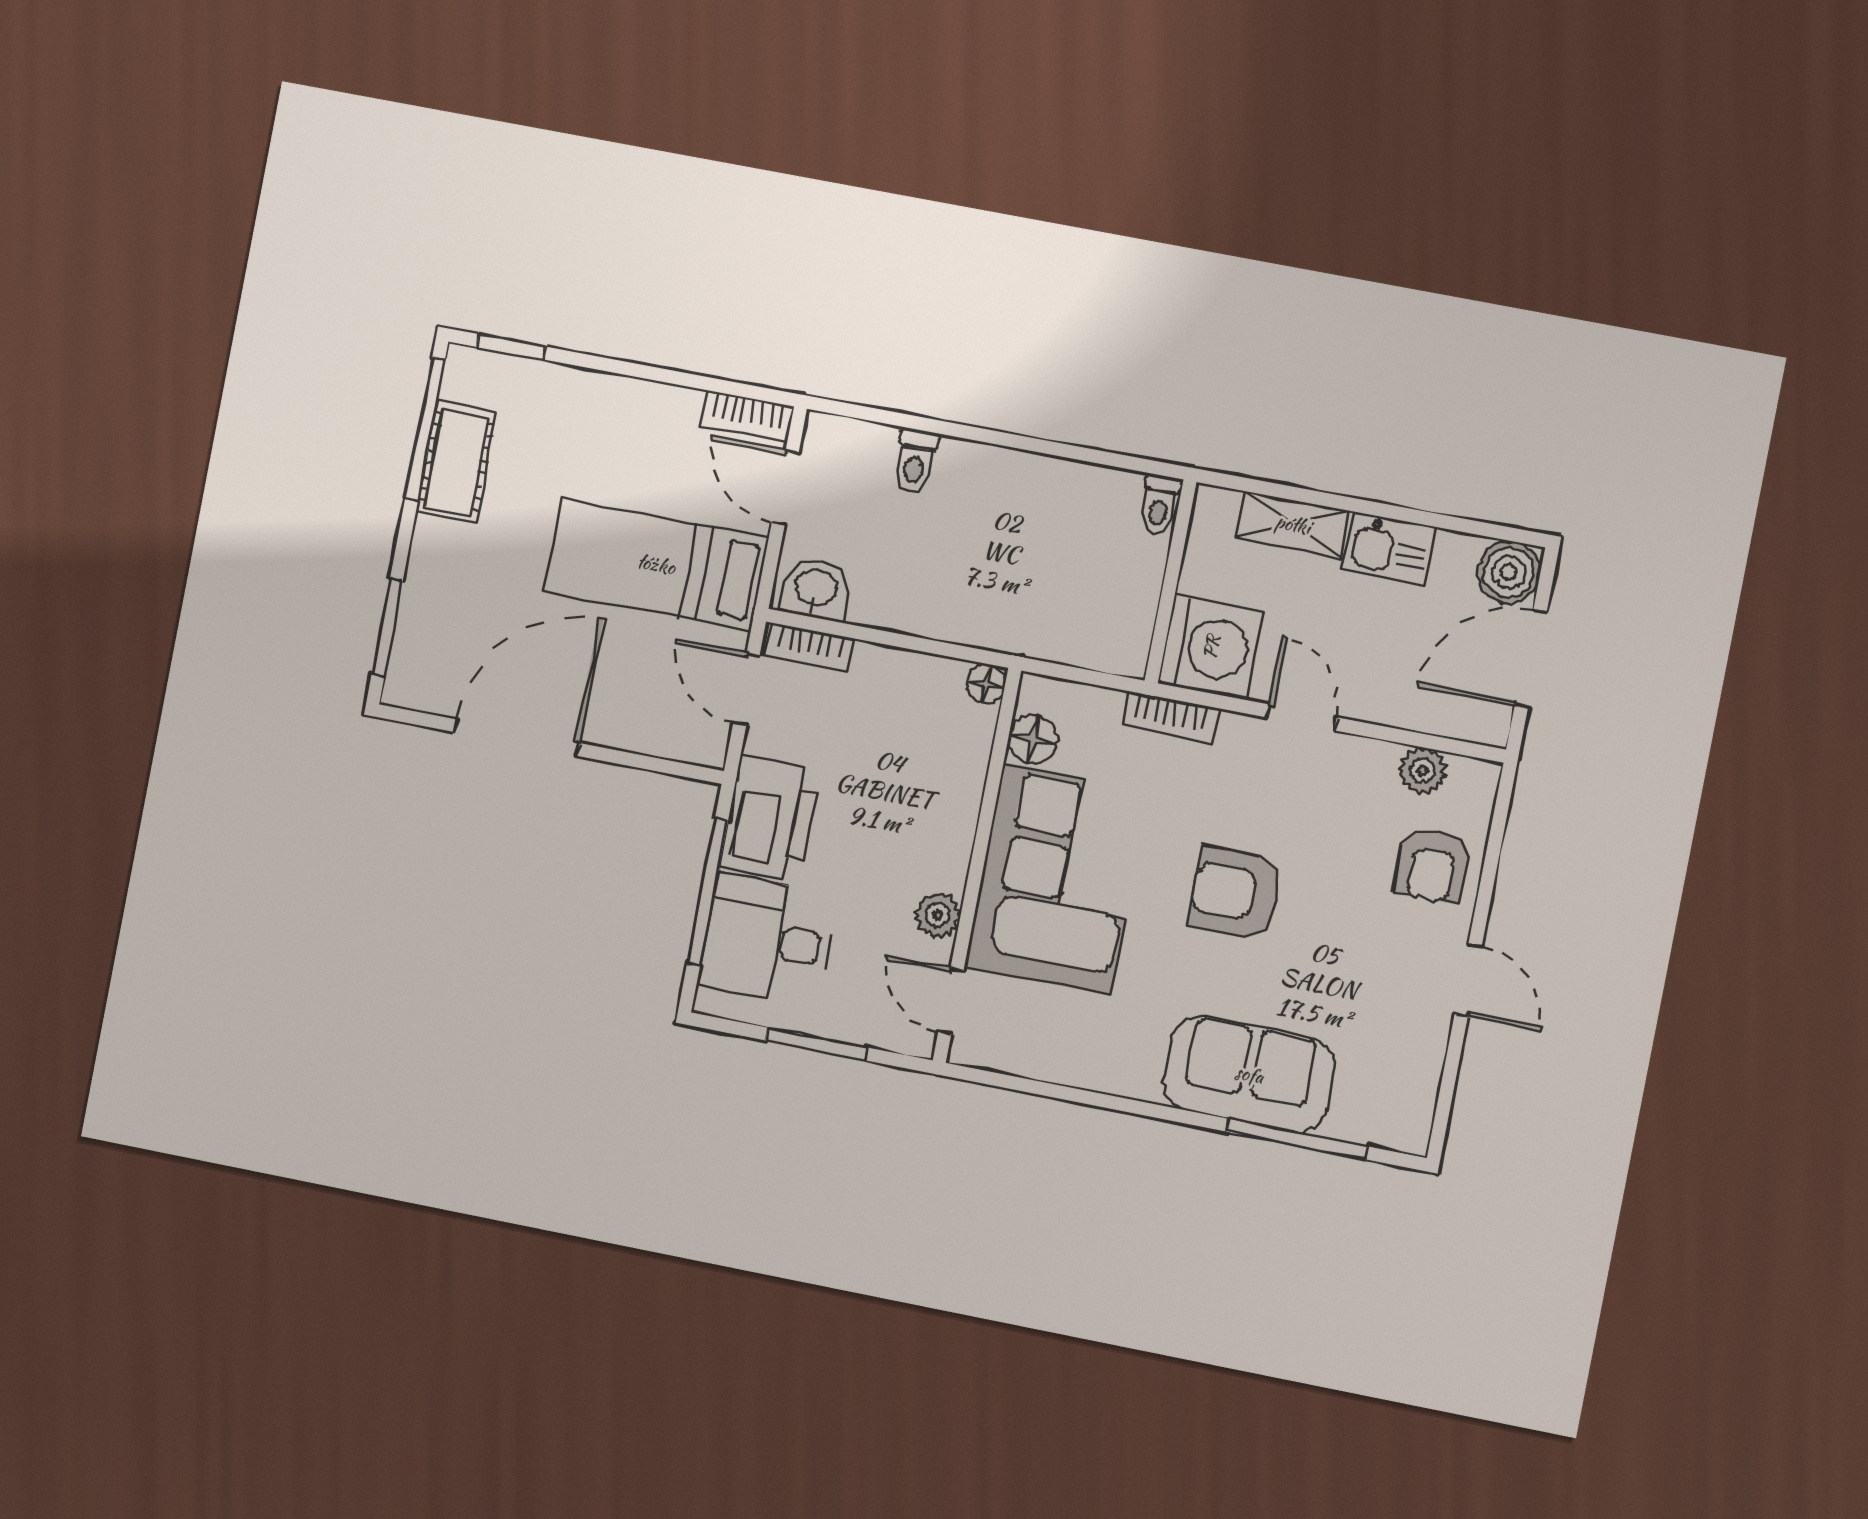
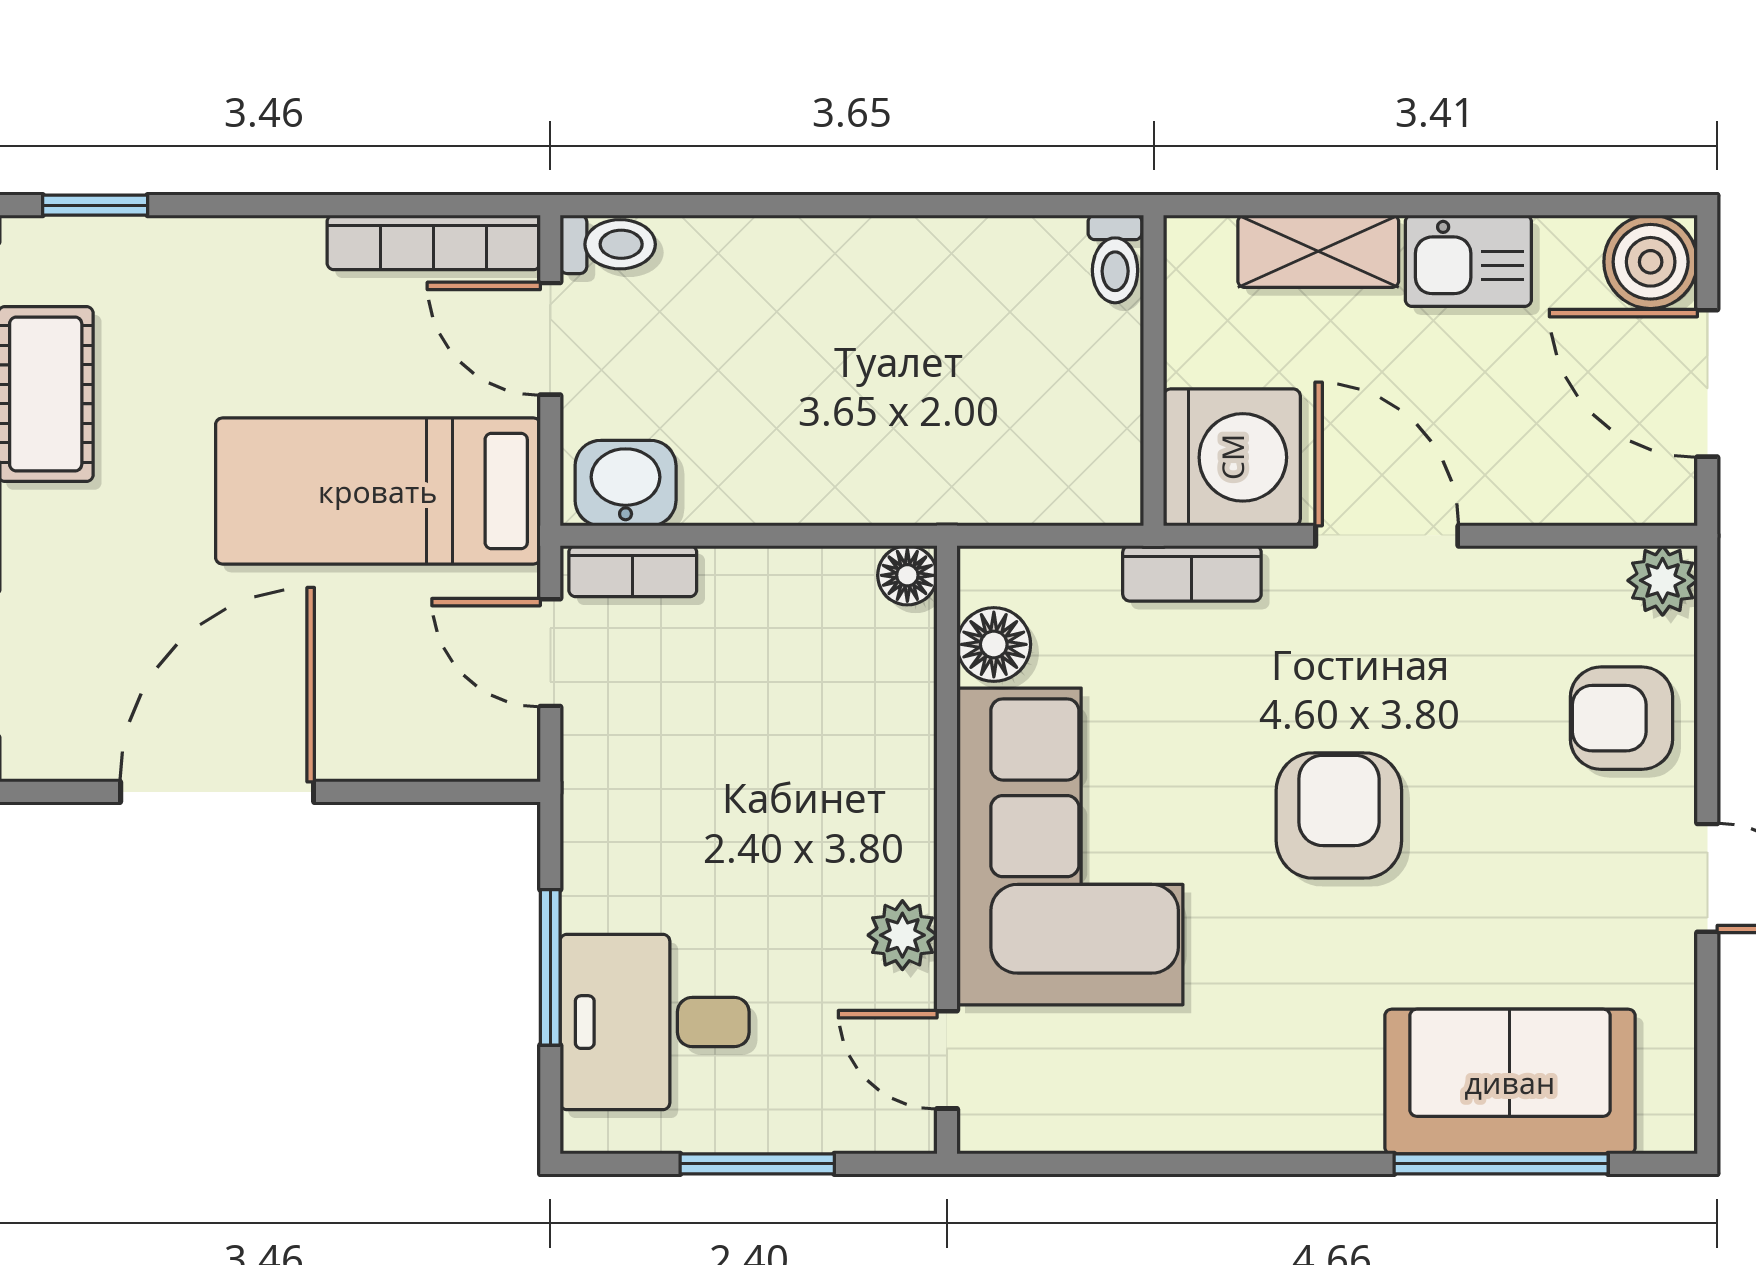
bookcase: (747, 416) -> (434, 242), width x1.56
toilet: (915, 461) -> (608, 244), moved, turned -90
door: (1531, 658) -> (1707, 383), hinge flipped
door: (1302, 717) -> (1387, 536), width x1.38
plant: (1423, 771) -> (1663, 580), moved
printer: (770, 819) -> (623, 840), removed
armchair: (1432, 865) -> (1621, 718), turned 90
window: (708, 891) -> (550, 967), width x0.69
armchair: (1235, 893) -> (1339, 815), turned 90
sofa: (1249, 1074) -> (1510, 1082), moved

